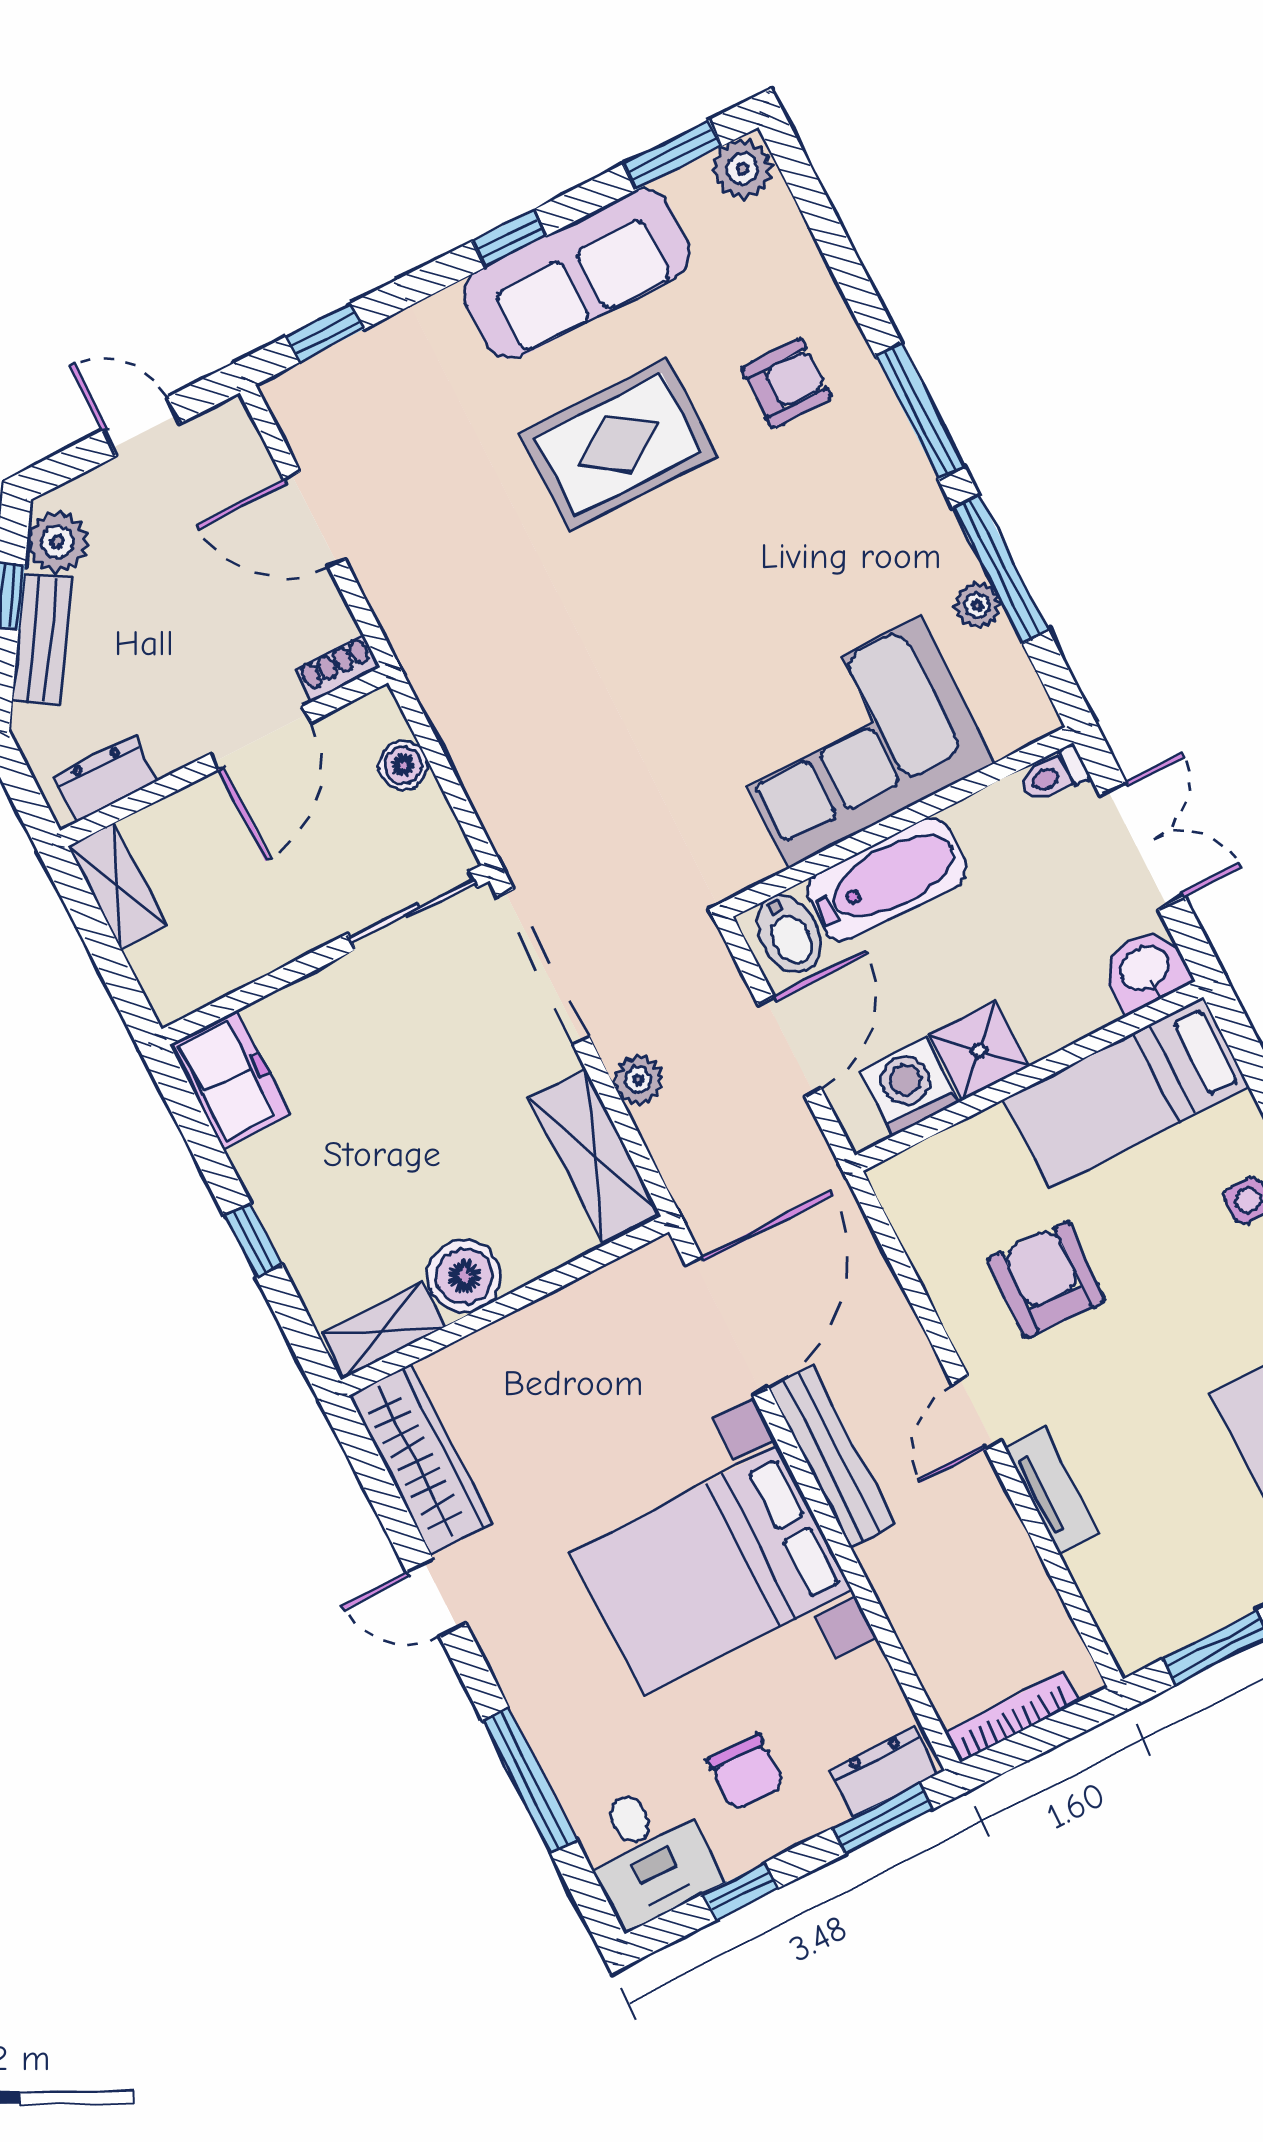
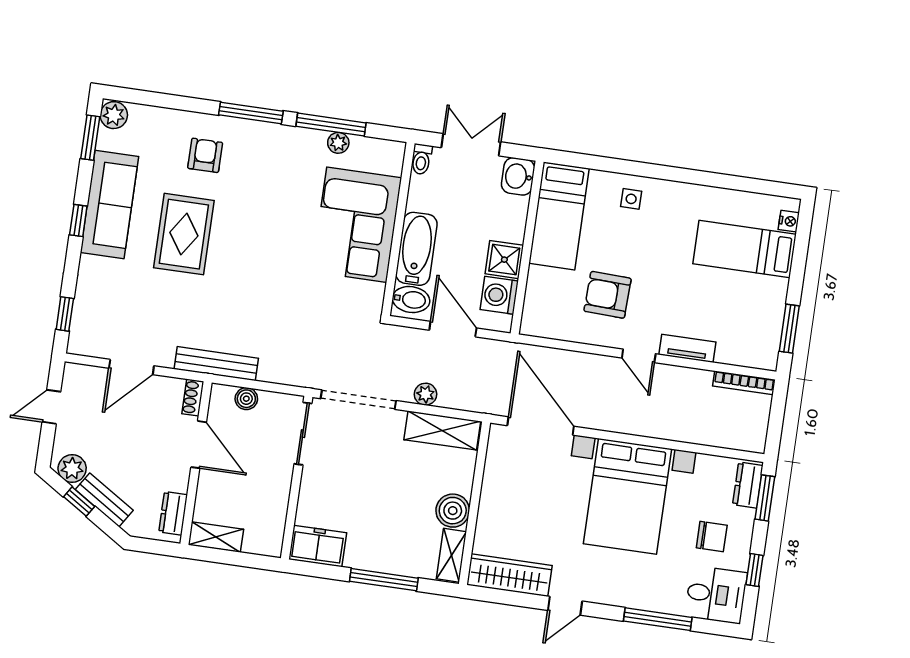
window: (253, 1240) -> (384, 580), width x2.17
bench: (832, 1456) -> (216, 364), moved
bookcase: (1012, 1717) -> (744, 383), moved, turned -90

